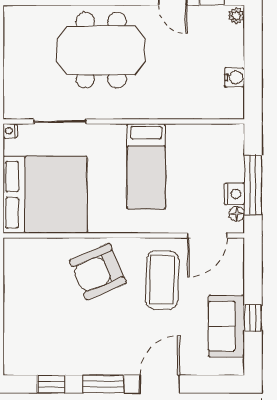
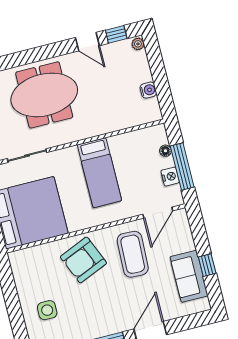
floor lamp: (237, 214) -> (165, 151), moved
side table: (36, 324) -> (47, 310), added

